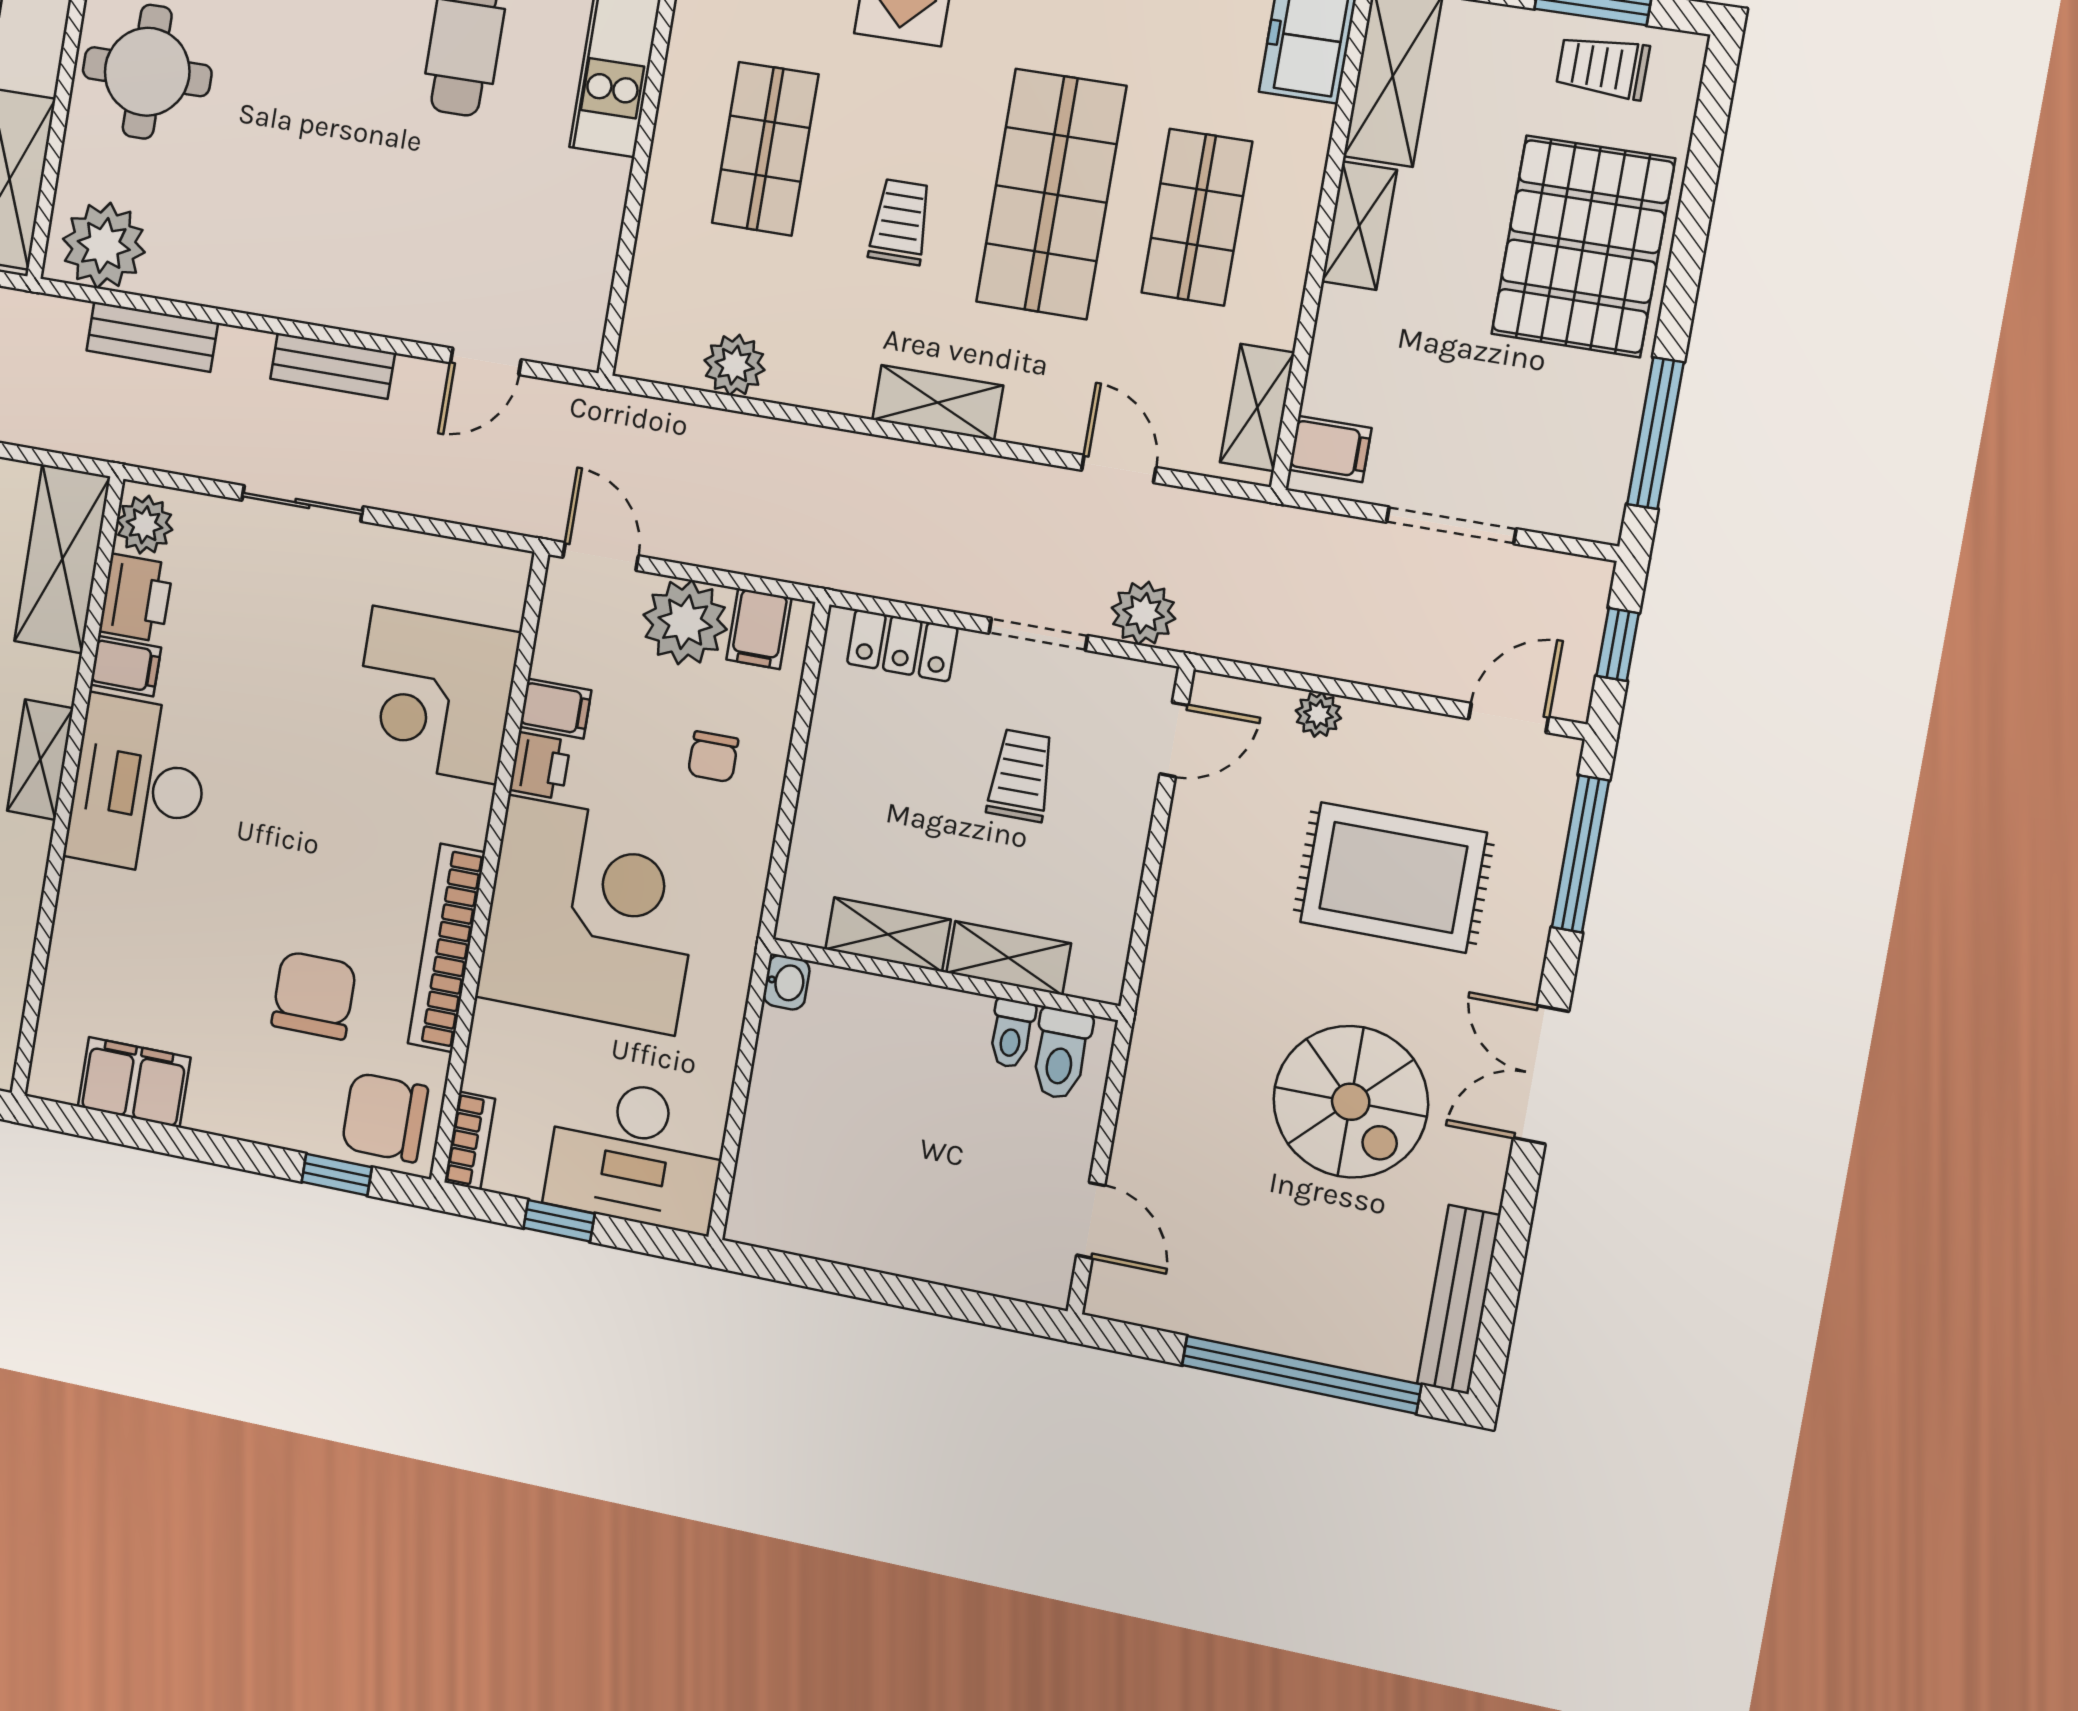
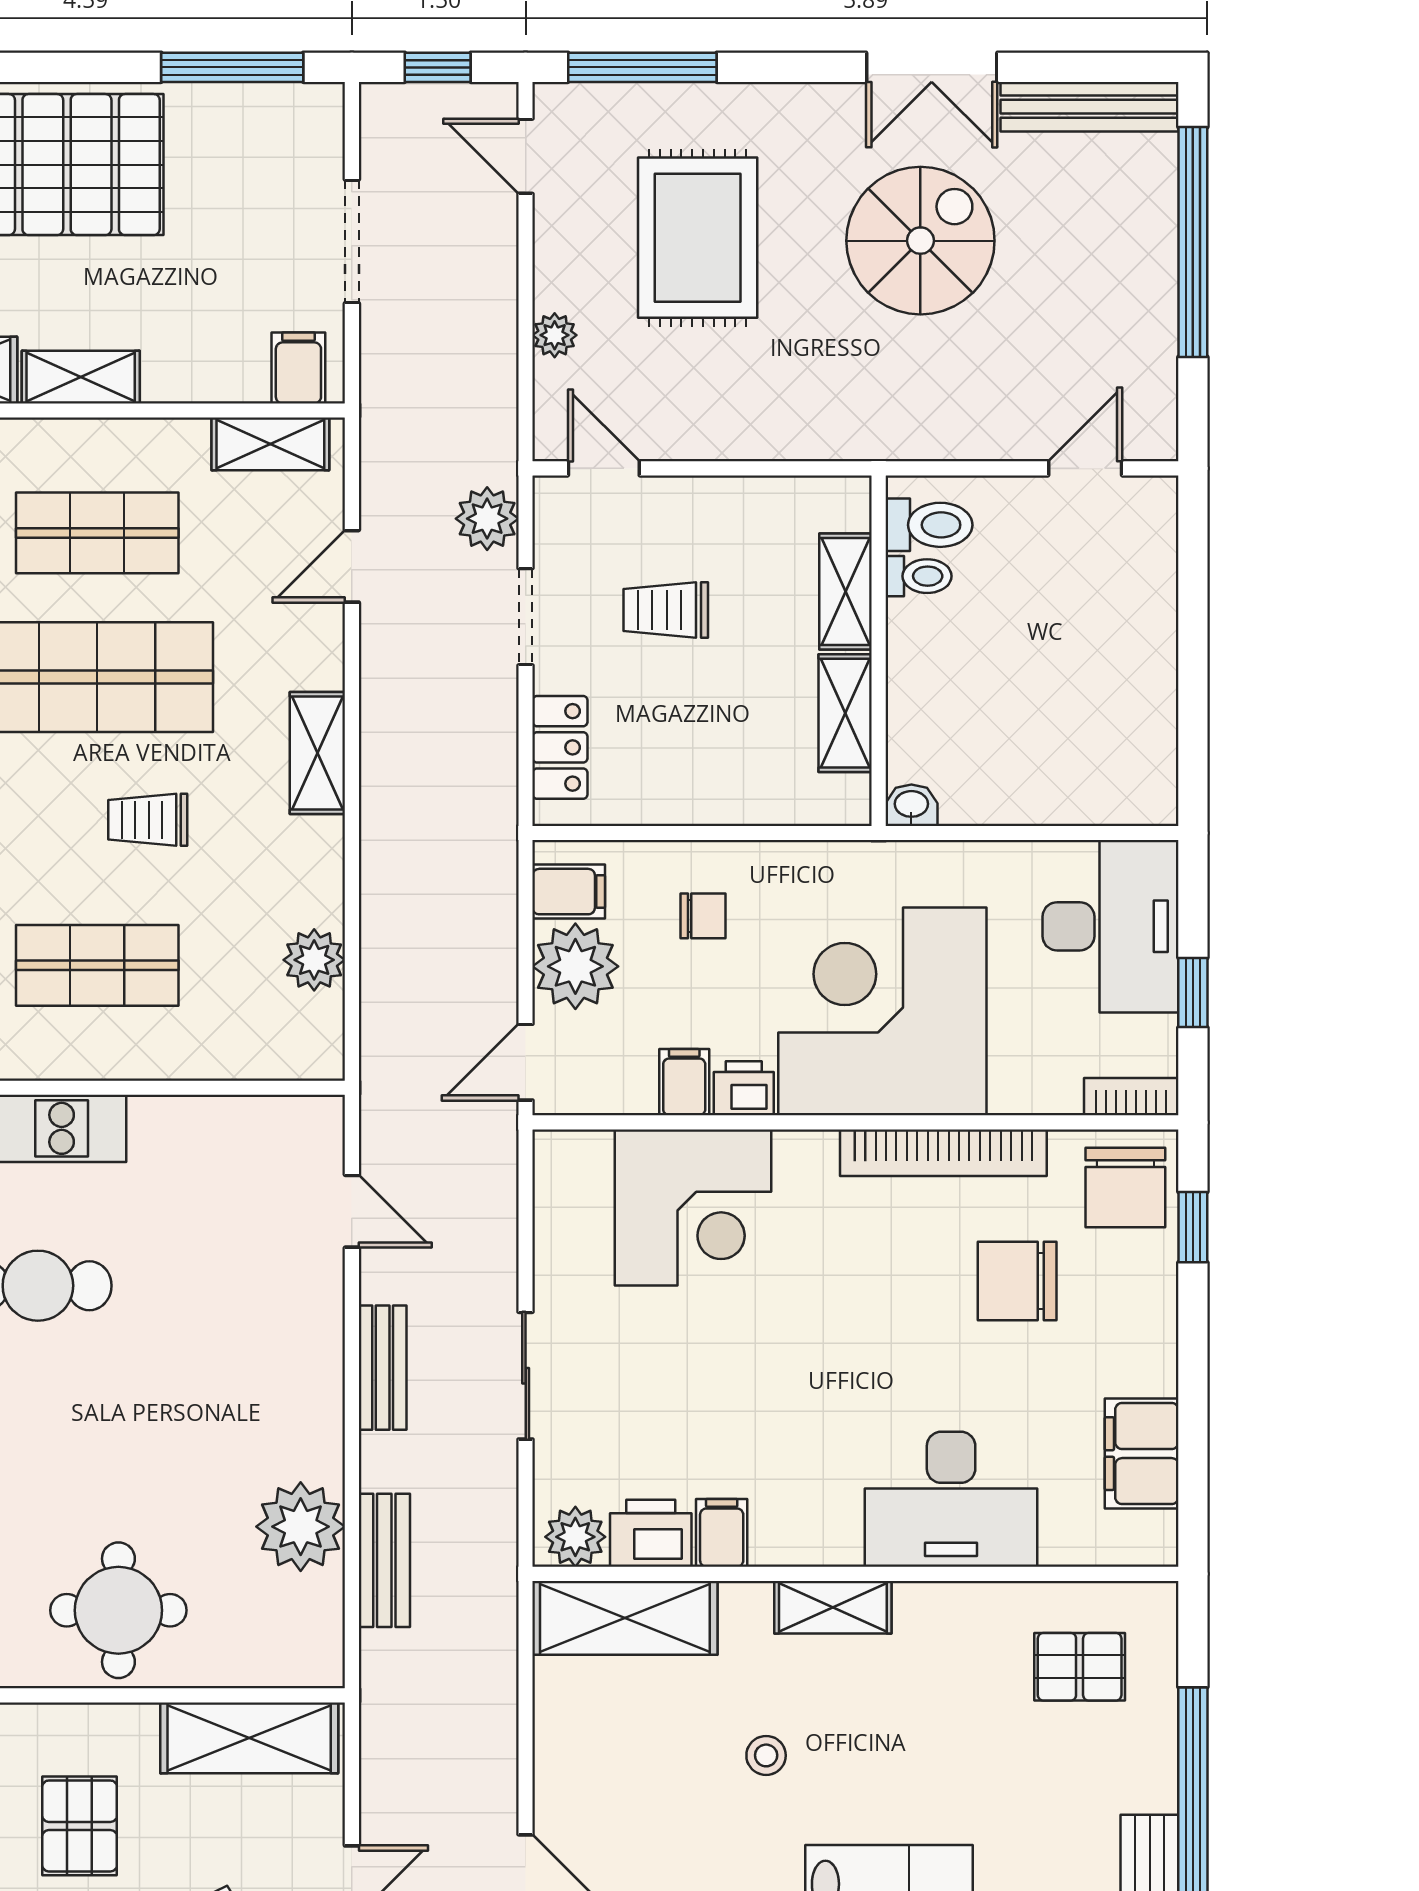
plant: (104, 245) -> (301, 1527), moved
desk: (138, 786) -> (951, 1499), moved
double door: (1541, 1075) -> (932, 67), moved

